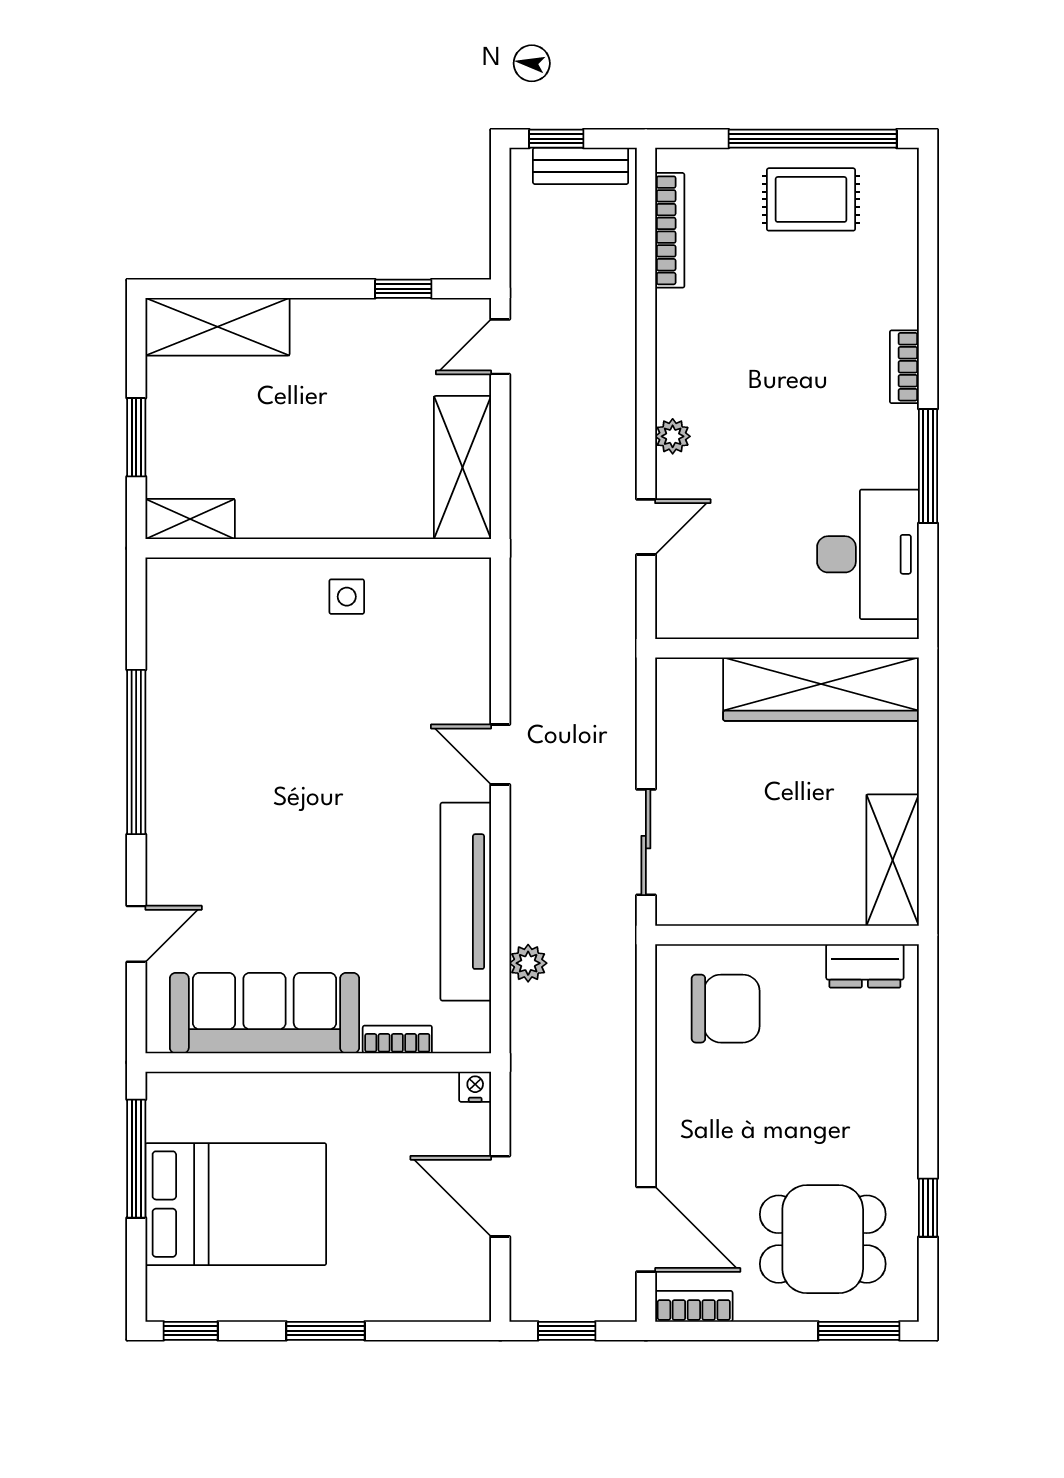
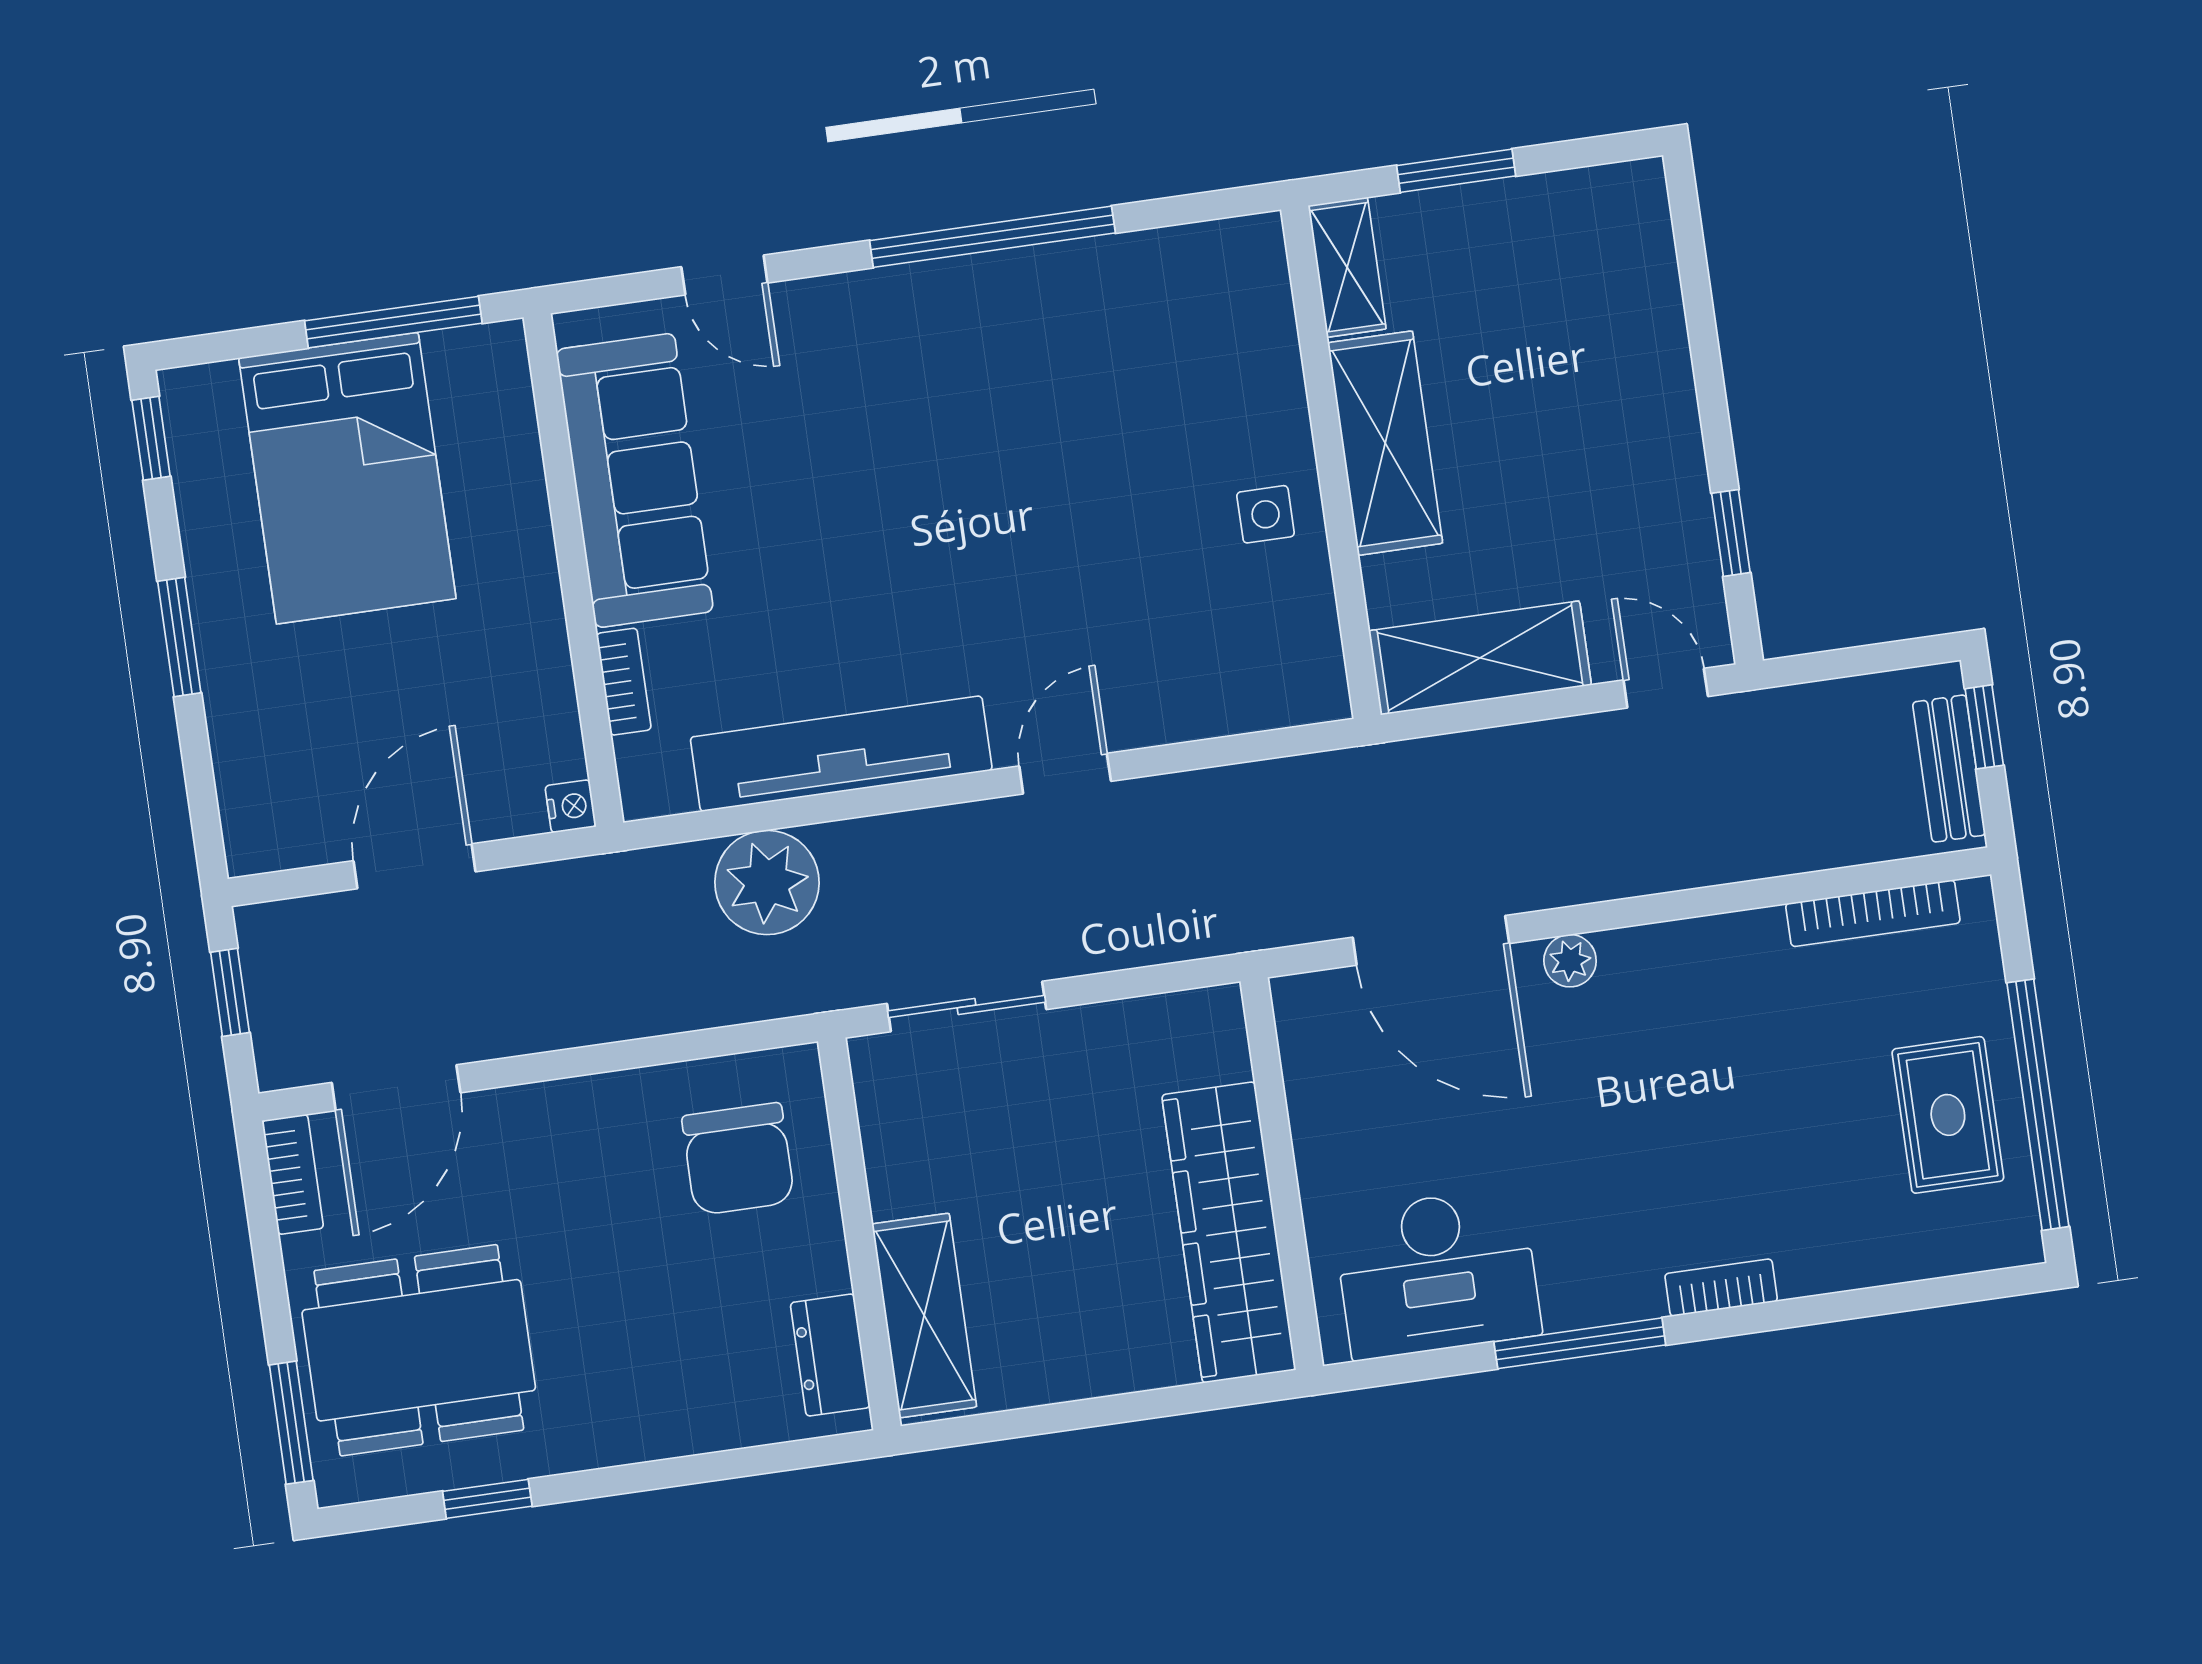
shelving: (217, 327) -> (1385, 443), moved
door: (646, 527) -> (1431, 940), width x1.88
shelving: (893, 860) -> (924, 1315), moved, turned 90
plant: (528, 963) -> (767, 882), width x1.87, depth x1.87
dining table: (823, 1239) -> (419, 1350), width x1.38

